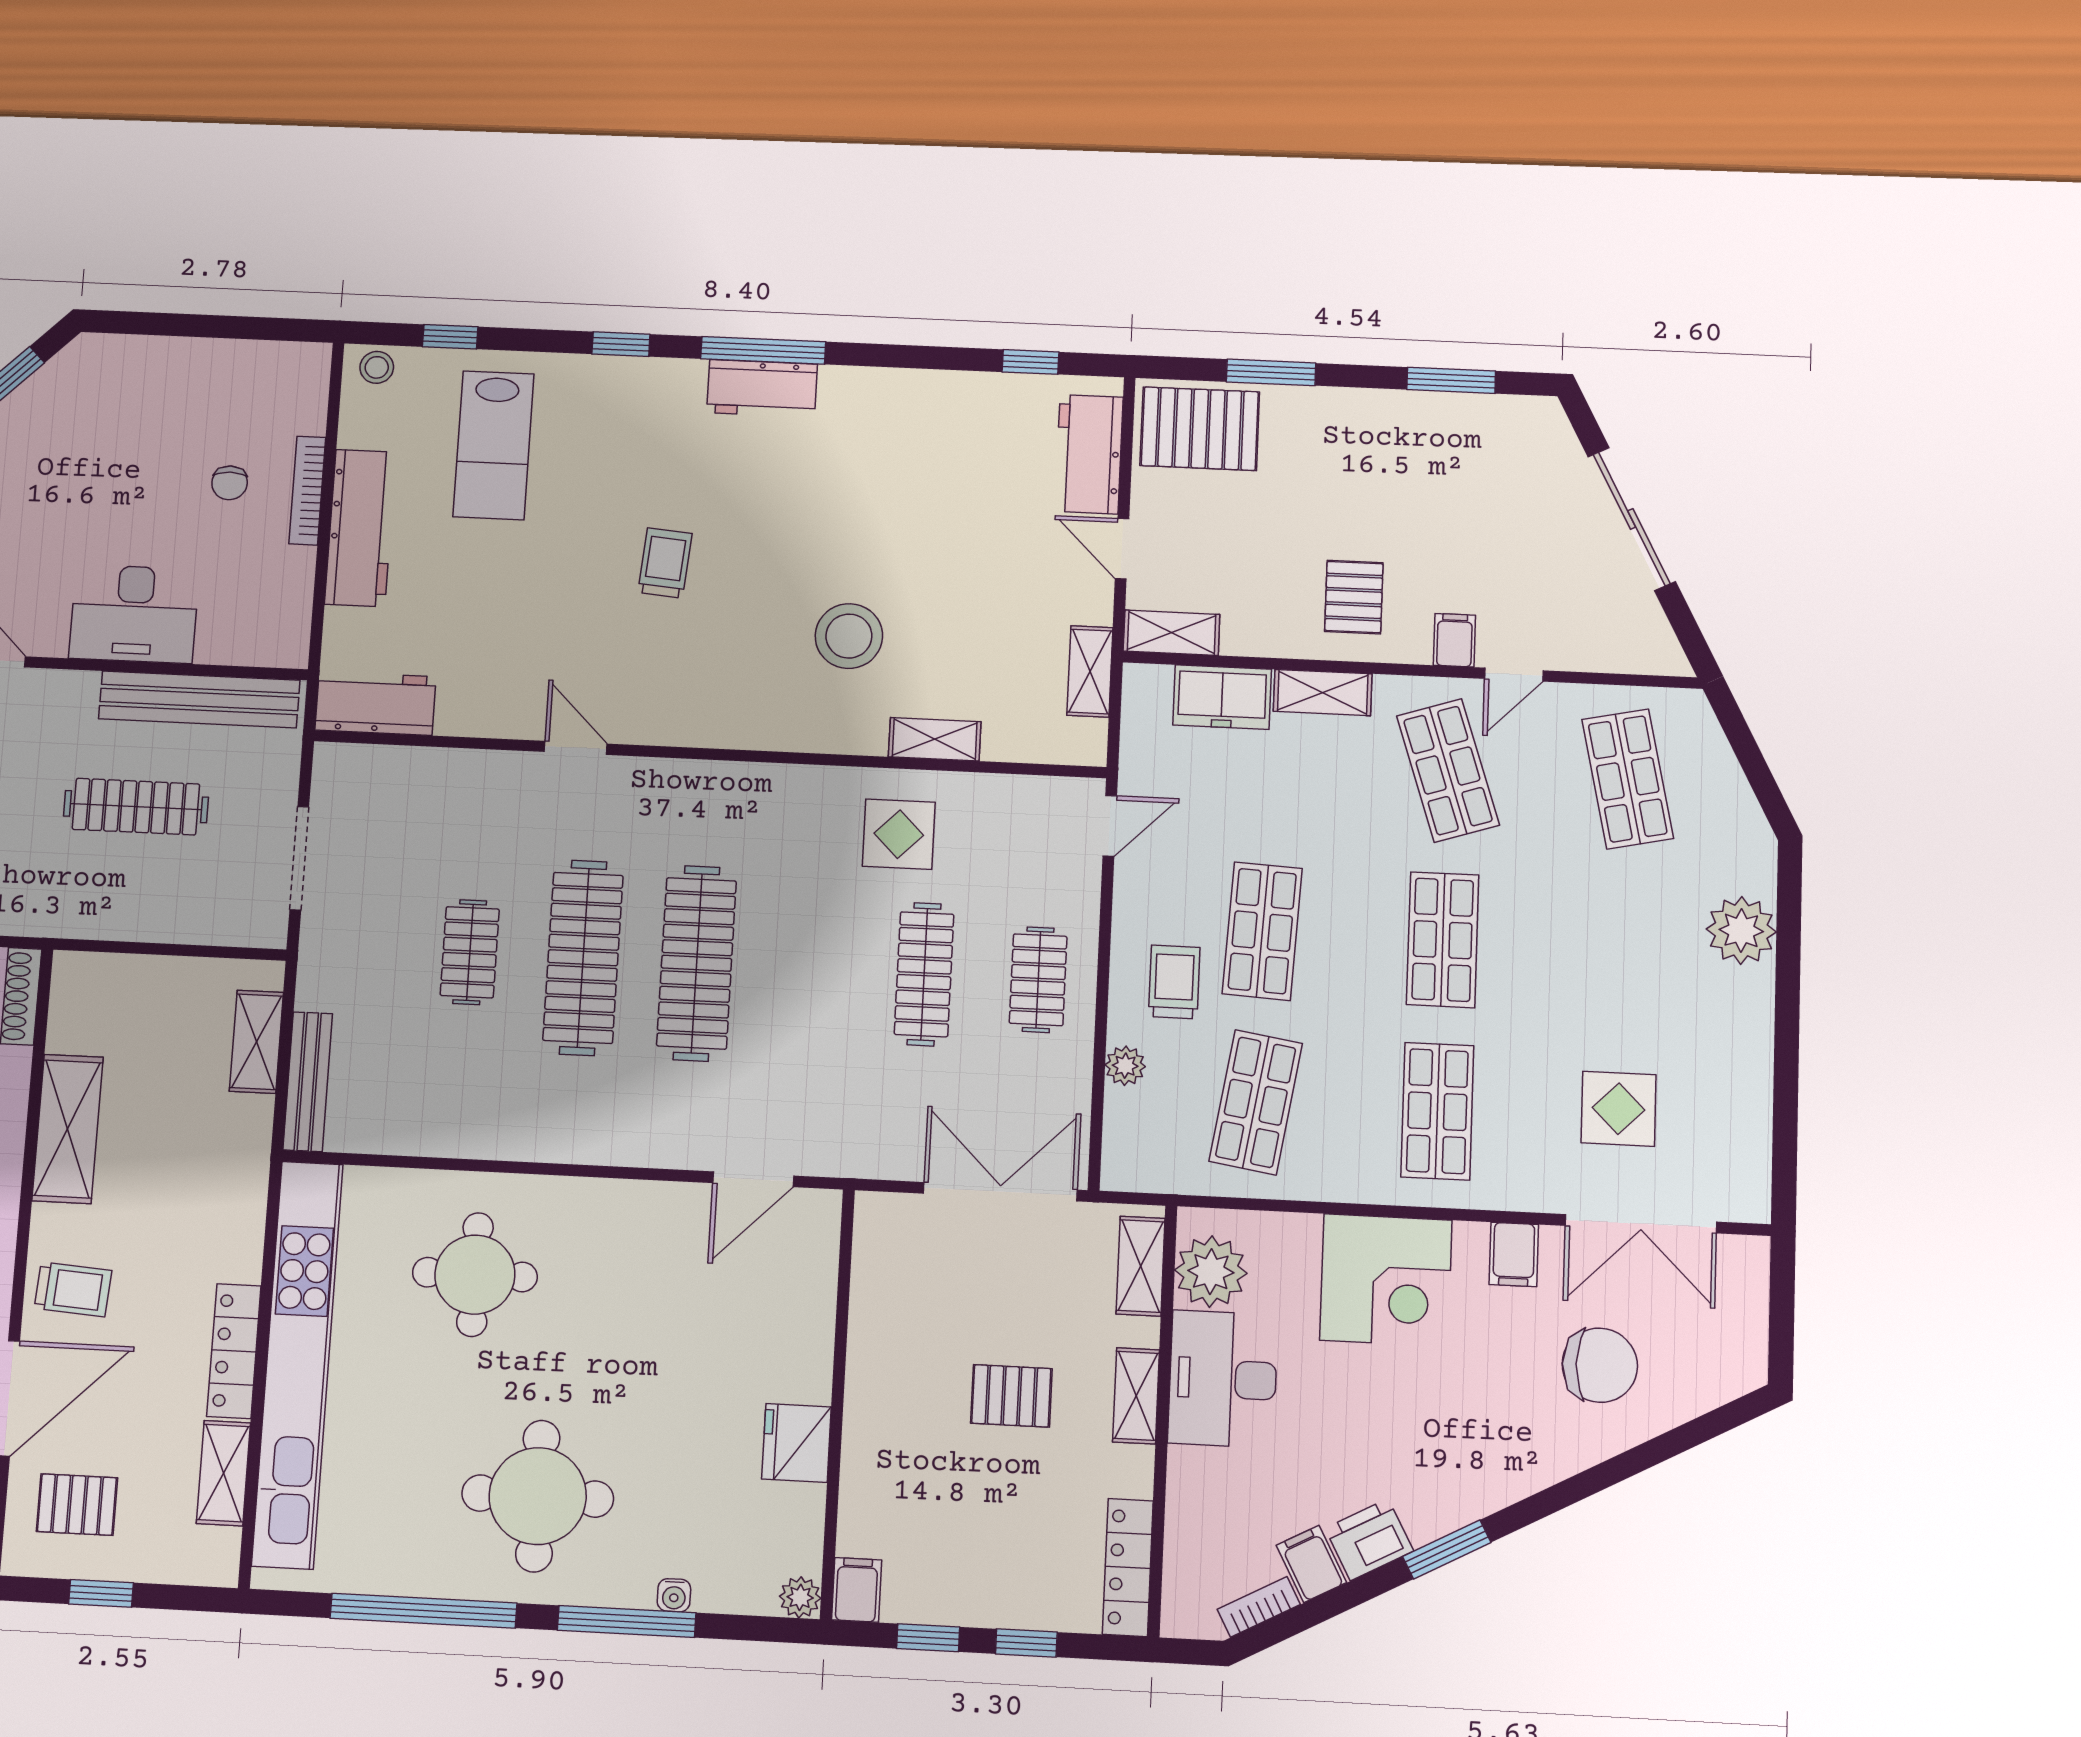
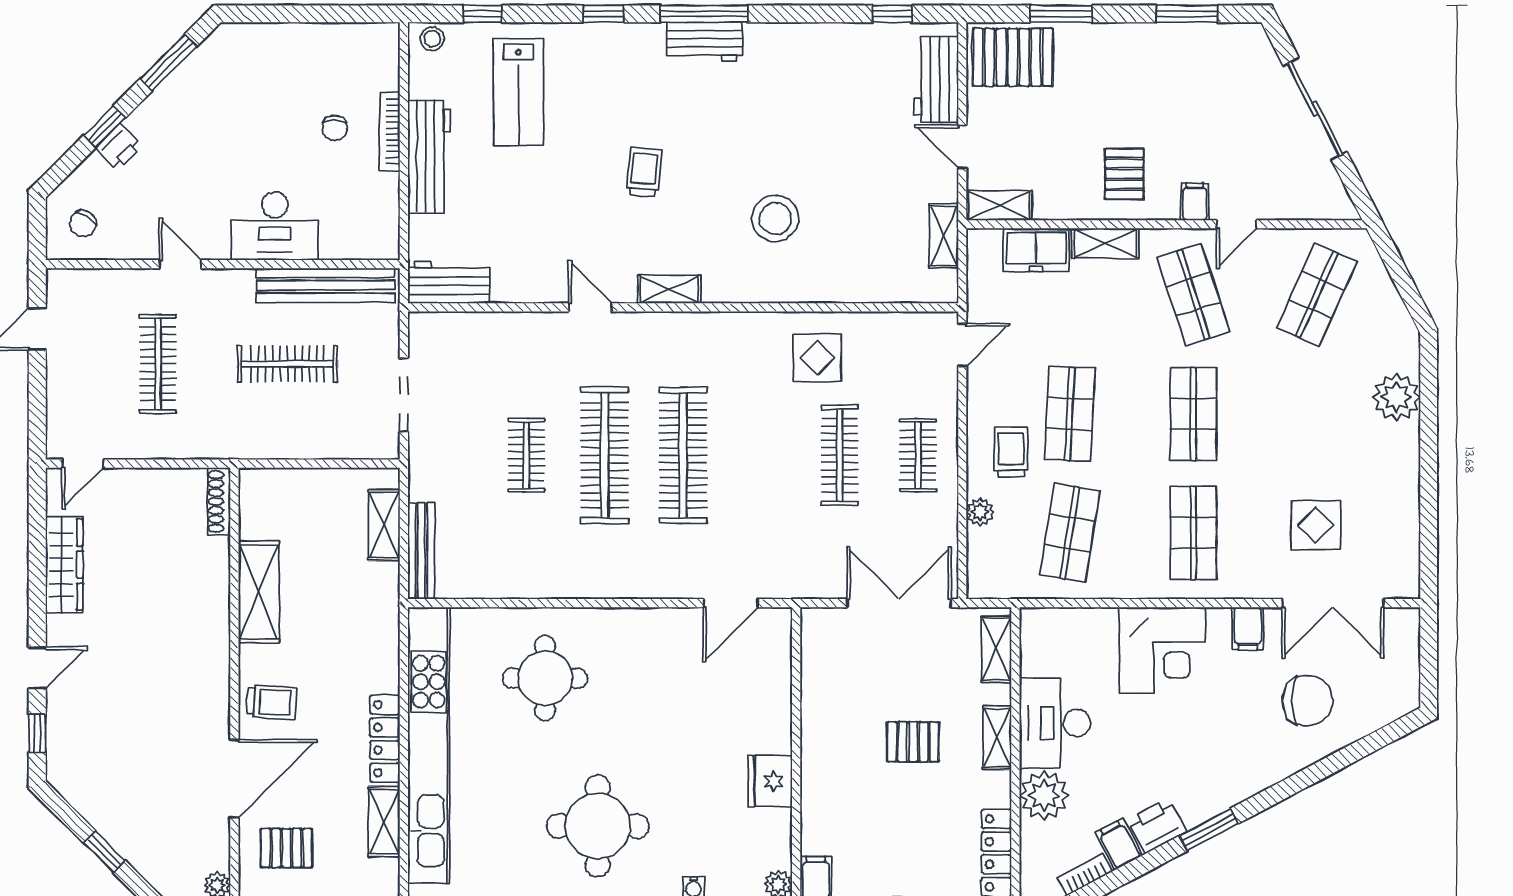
shelving: (935, 739) -> (669, 289), moved
shop shelf: (1628, 779) -> (1317, 295), turned 36
plant: (1211, 1272) -> (1044, 795), moved

